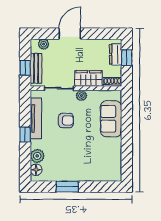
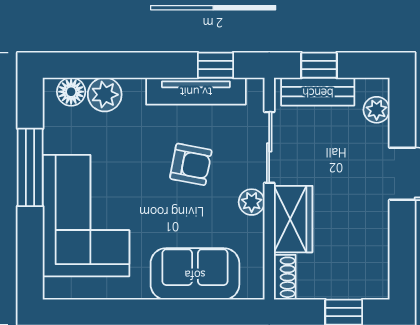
dresser: (116, 54) -> (352, 285), removed
armchair: (66, 120) -> (191, 164), turned -79
window: (25, 135) -> (216, 65), moved
corner sofa: (87, 164) -> (86, 216), added
window: (67, 187) -> (30, 167), width x1.44

